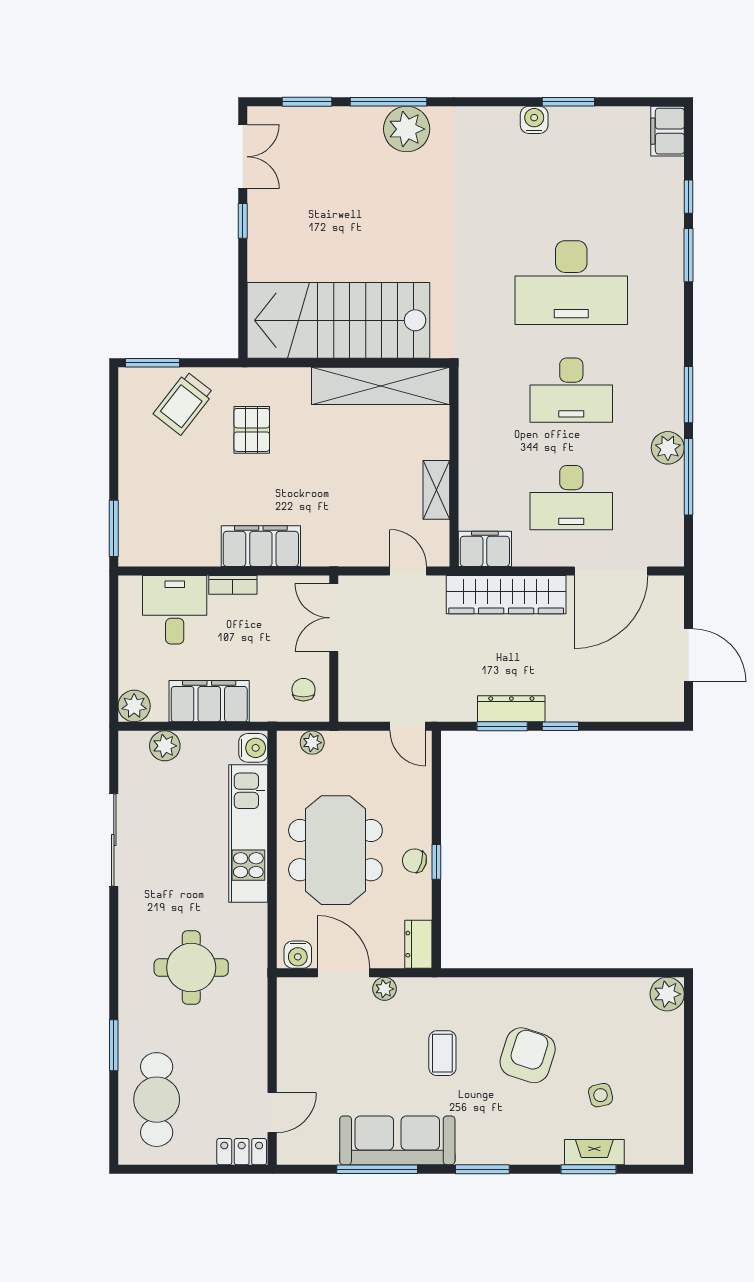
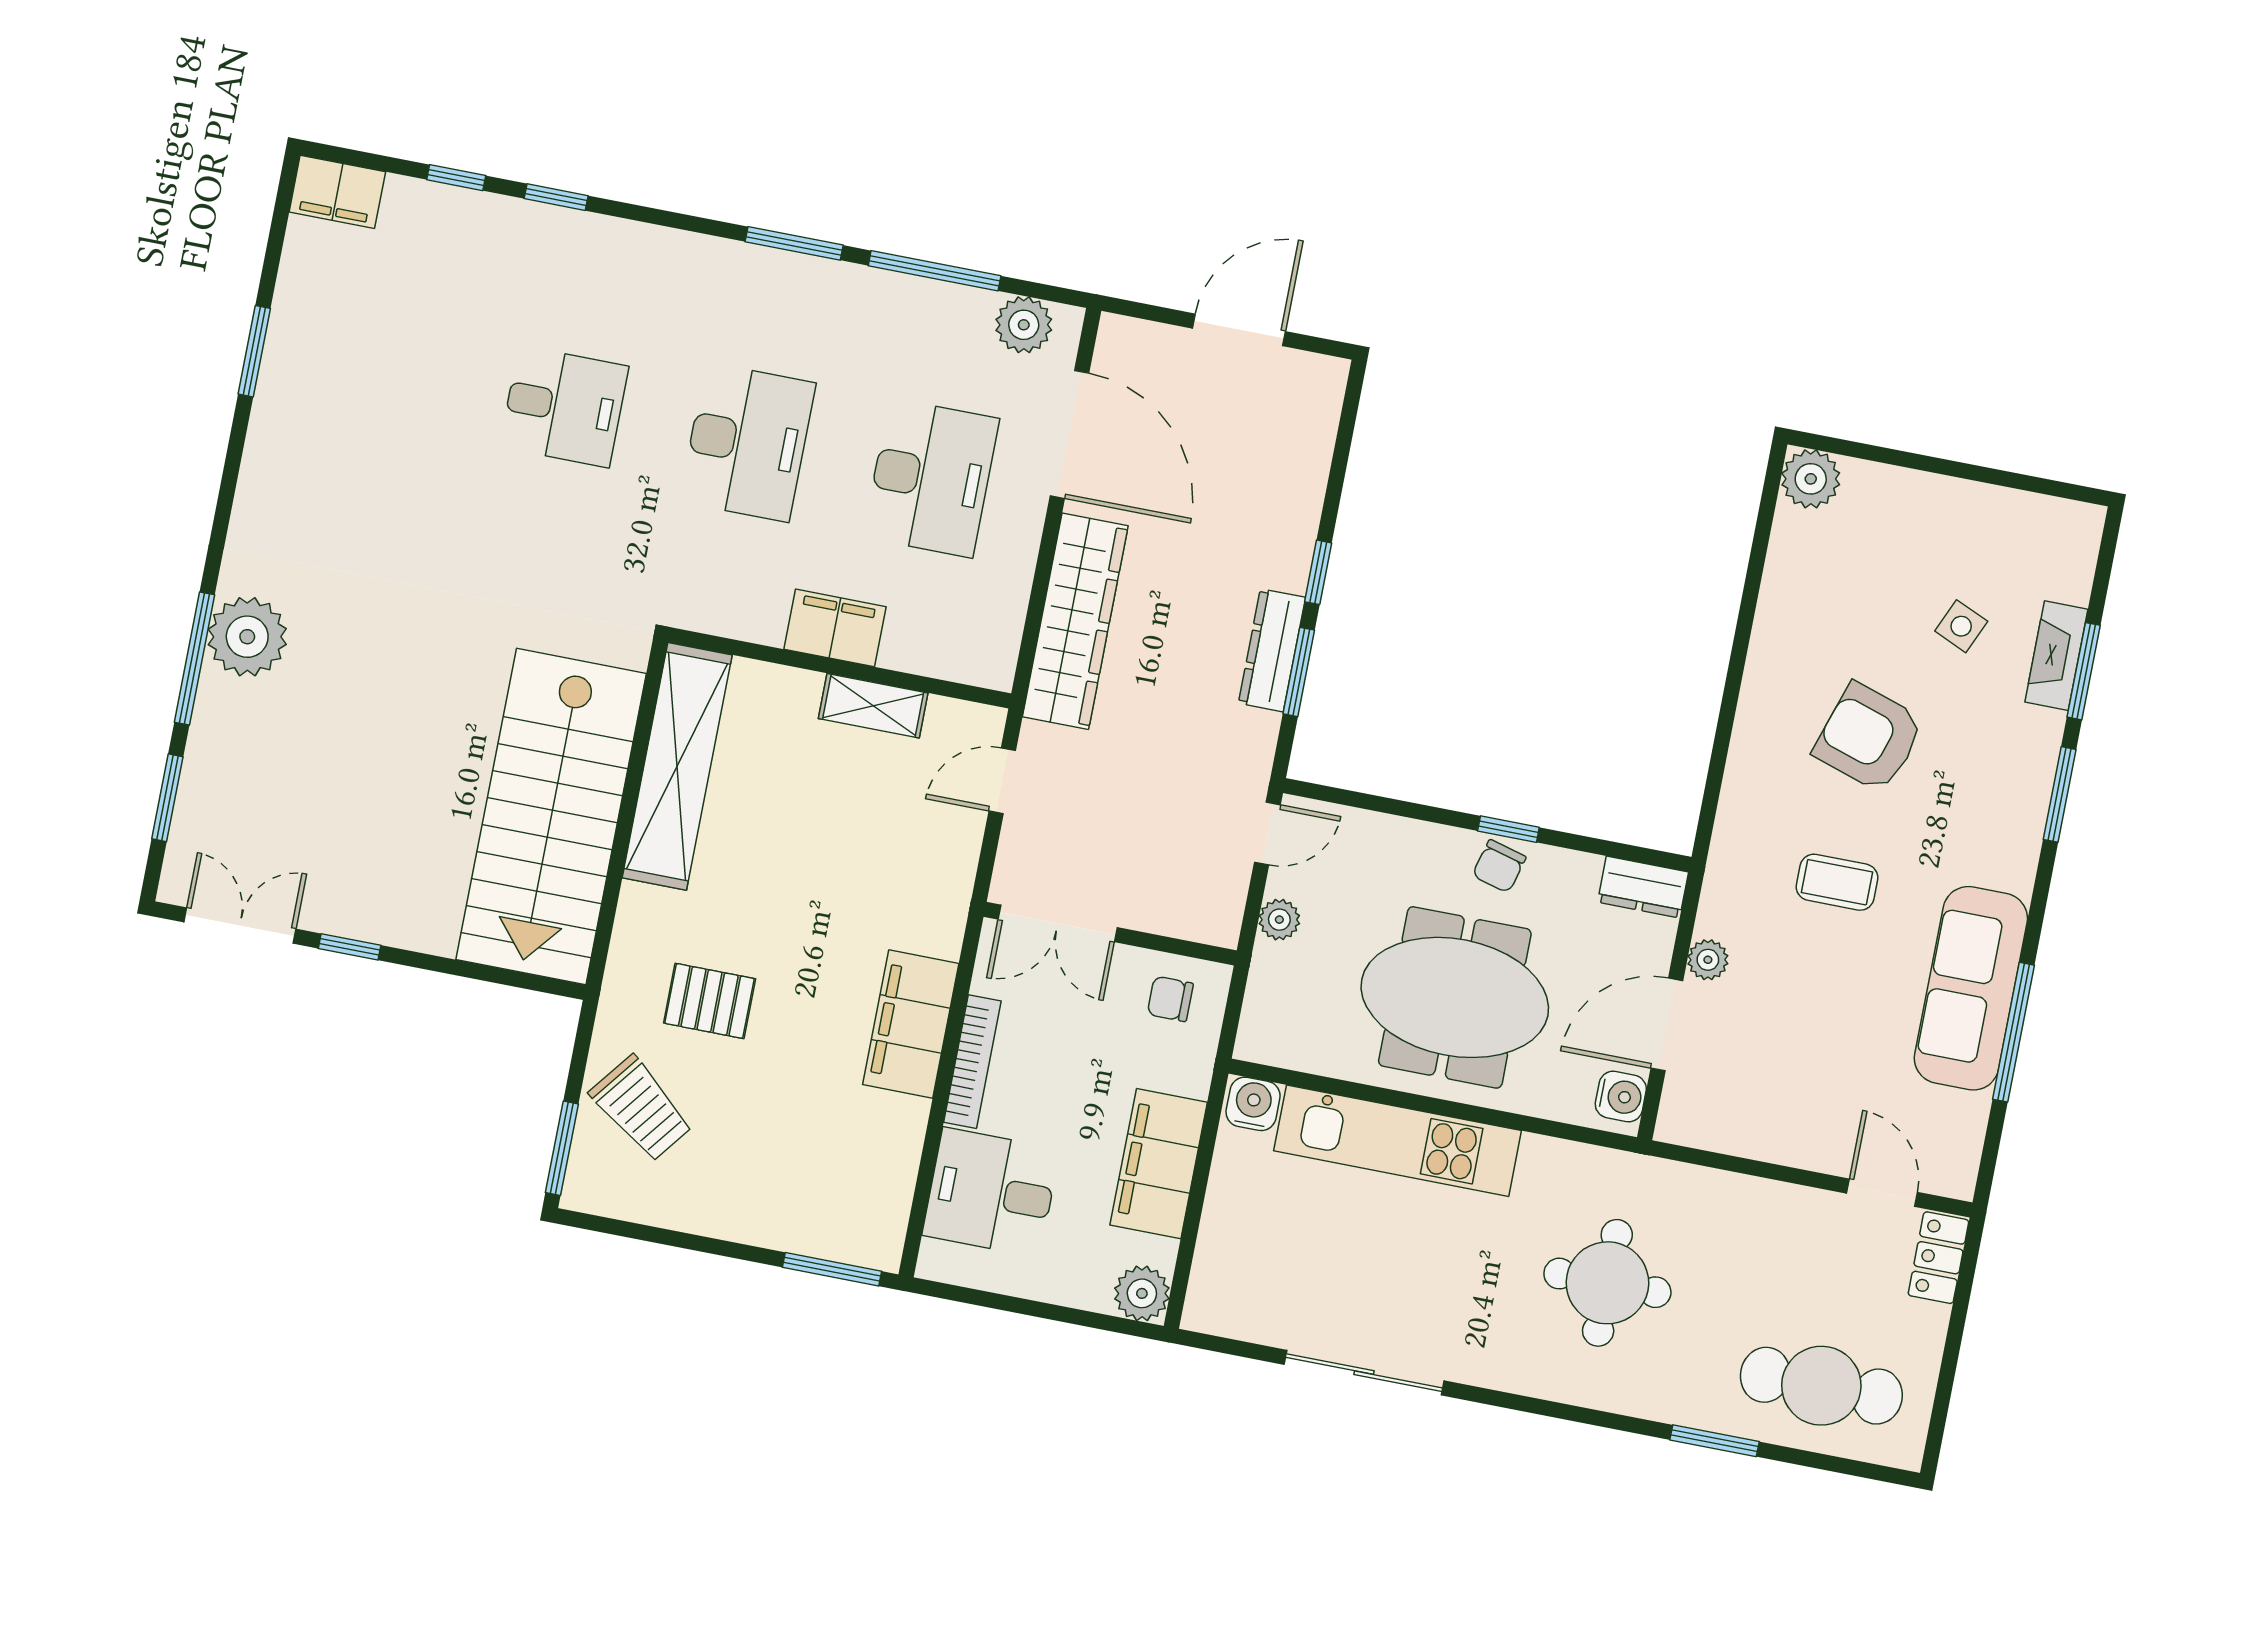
water cooler: (534, 120) -> (274, 416), removed
window: (689, 255) -> (556, 197), width x0.67
desk: (571, 283) -> (564, 406), width x0.53, depth x0.77
plant: (668, 448) -> (1024, 325), moved
filing cabinet: (485, 549) -> (835, 628), moved, turned 90
bookcase: (233, 585) -> (972, 1062), width x1.56
plant: (312, 743) -> (1279, 920), moved
plant: (165, 746) -> (1220, 1254), removed
side table: (601, 1095) -> (1961, 626), turned 37
window: (482, 1169) -> (2060, 794), moved

